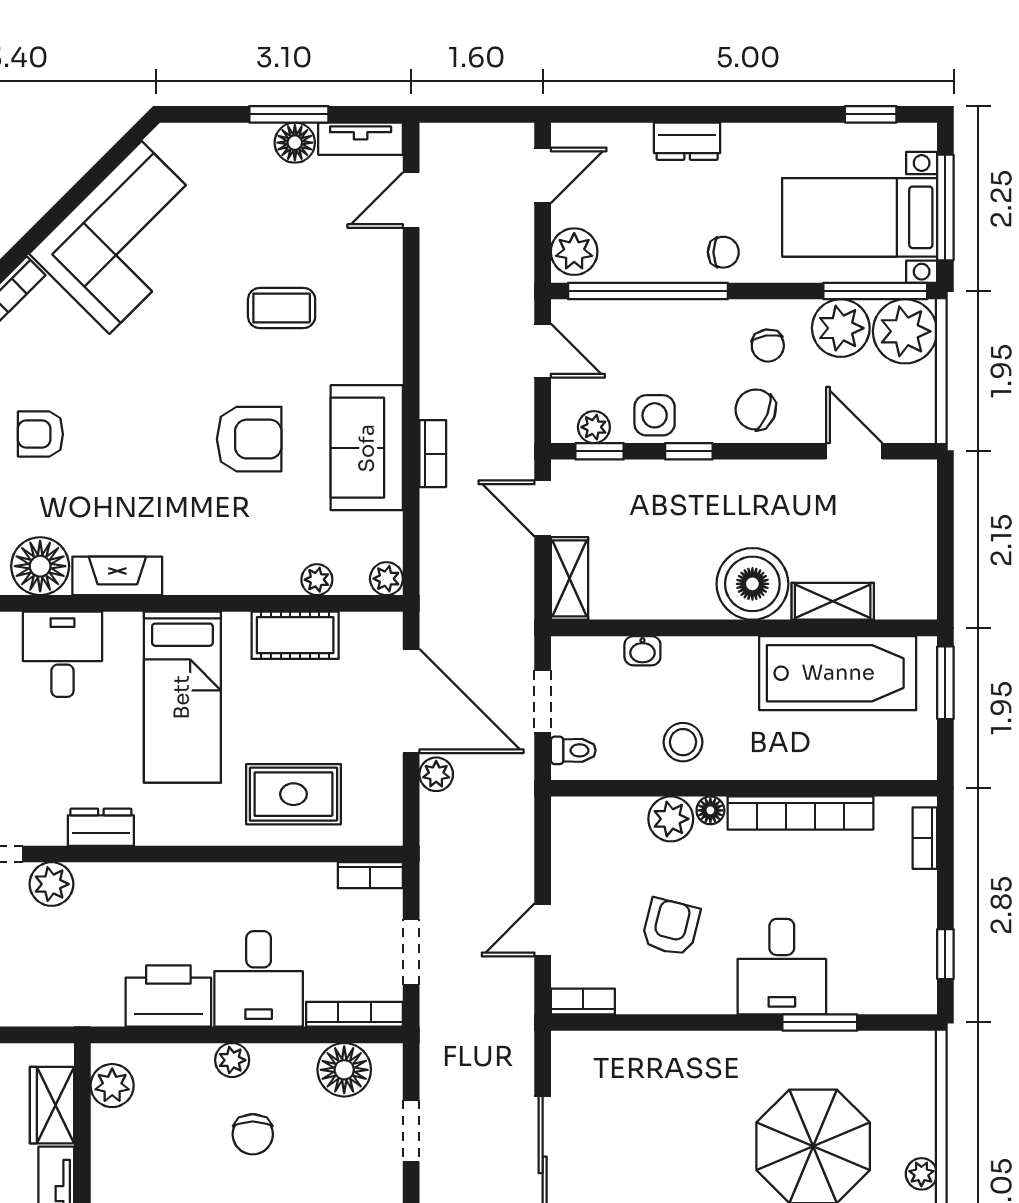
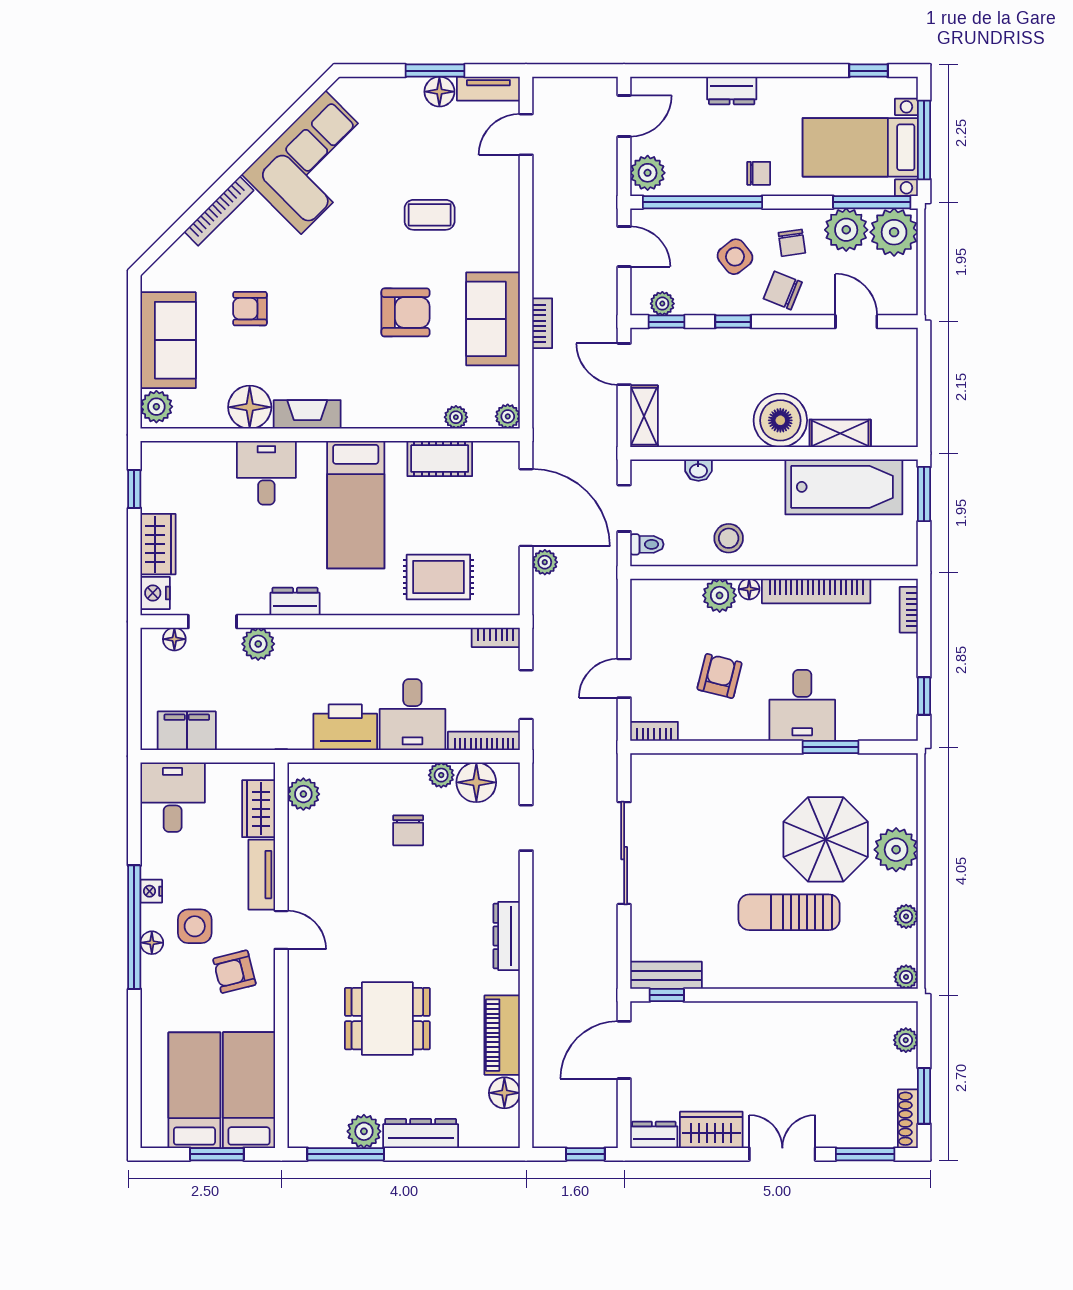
side table: (655, 415) -> (735, 257), moved, turned -38
plant: (232, 1060) -> (441, 775), moved
plant: (921, 1174) -> (896, 850), width x1.87, depth x1.87

